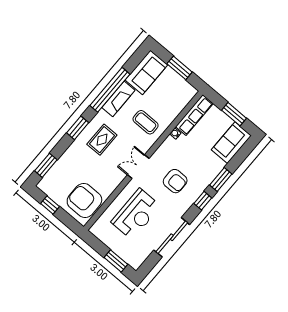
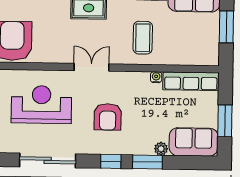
plant: (220, 165) -> (161, 149), added
reception desk: (136, 214) -> (41, 105), turned 180

